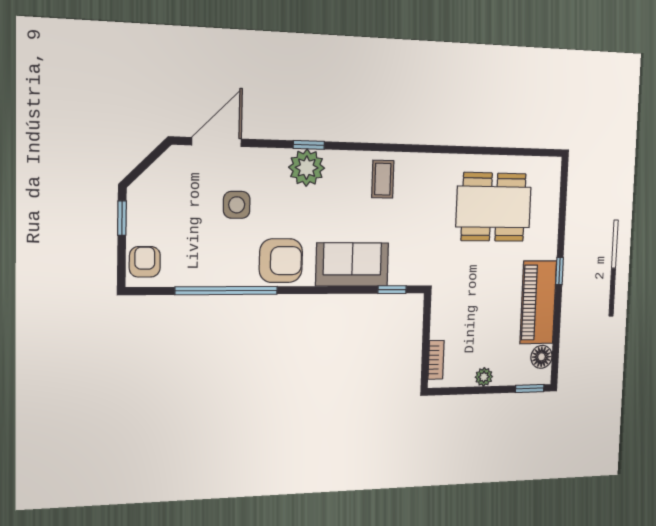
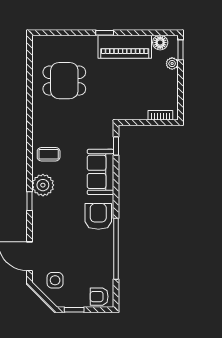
plant: (307, 168) -> (43, 185), moved
side table: (237, 205) -> (55, 280), moved
dining table: (494, 207) -> (64, 81), width x0.73
plant: (484, 377) -> (172, 64), moved

